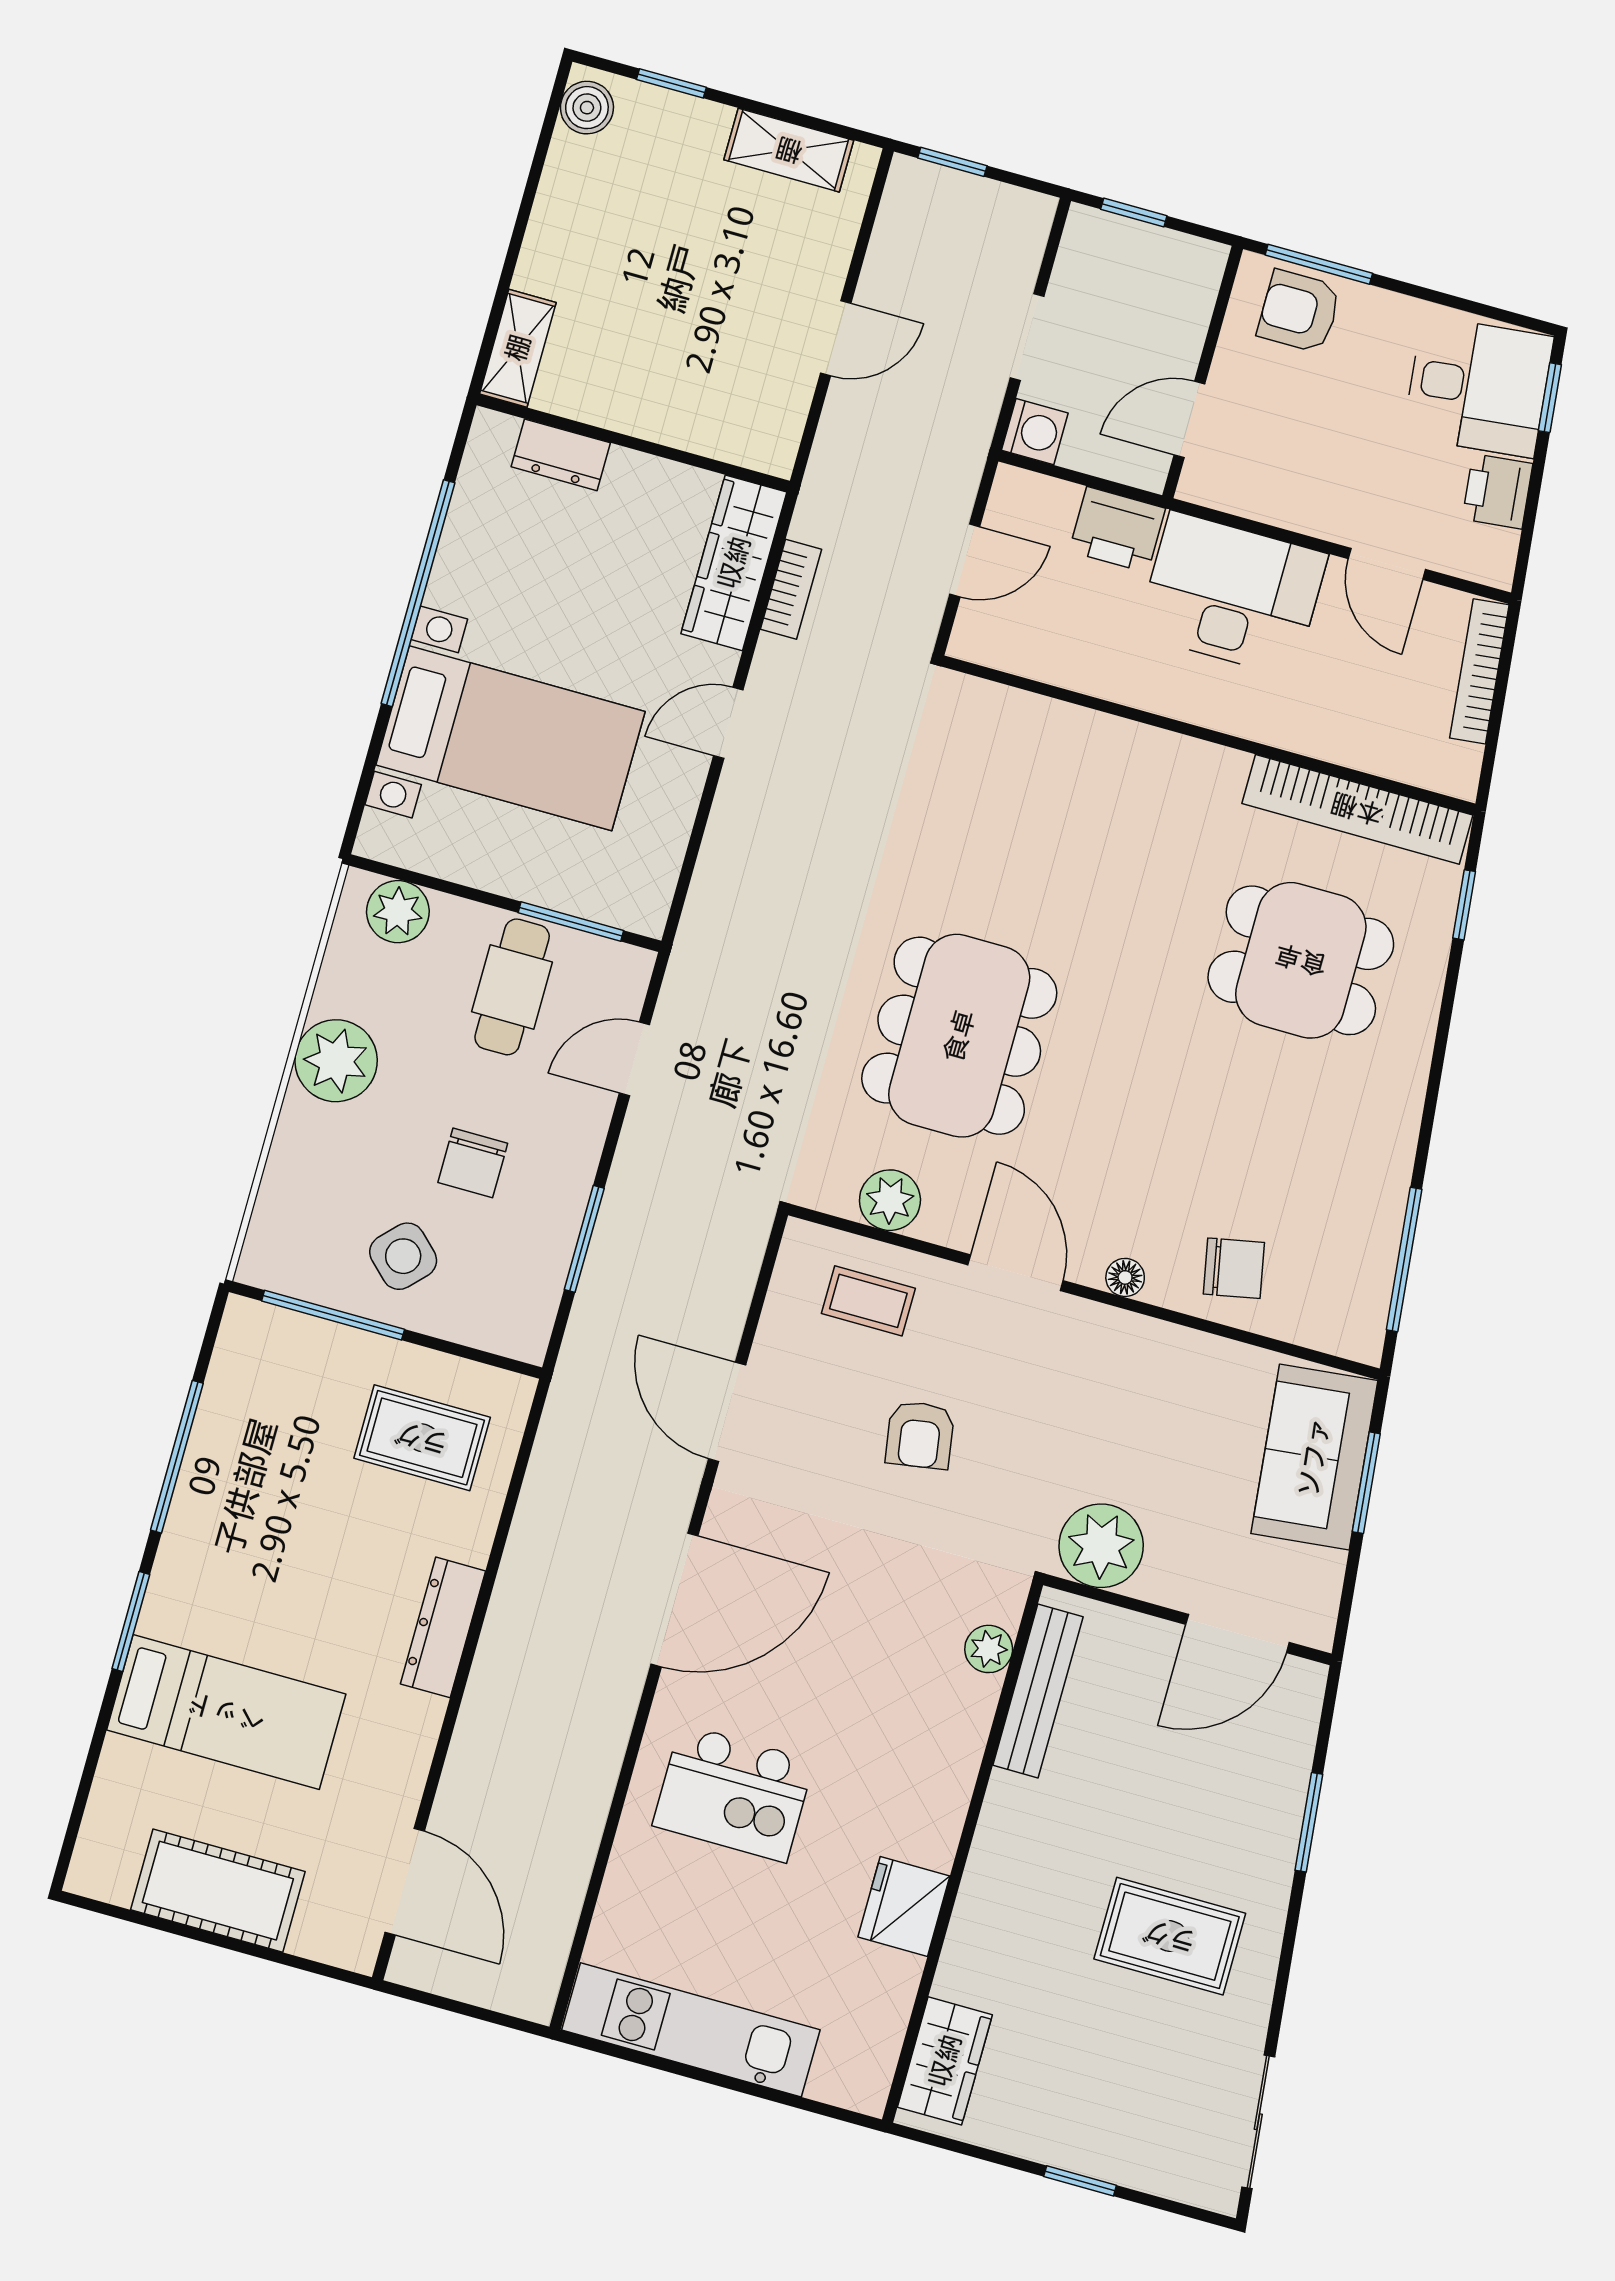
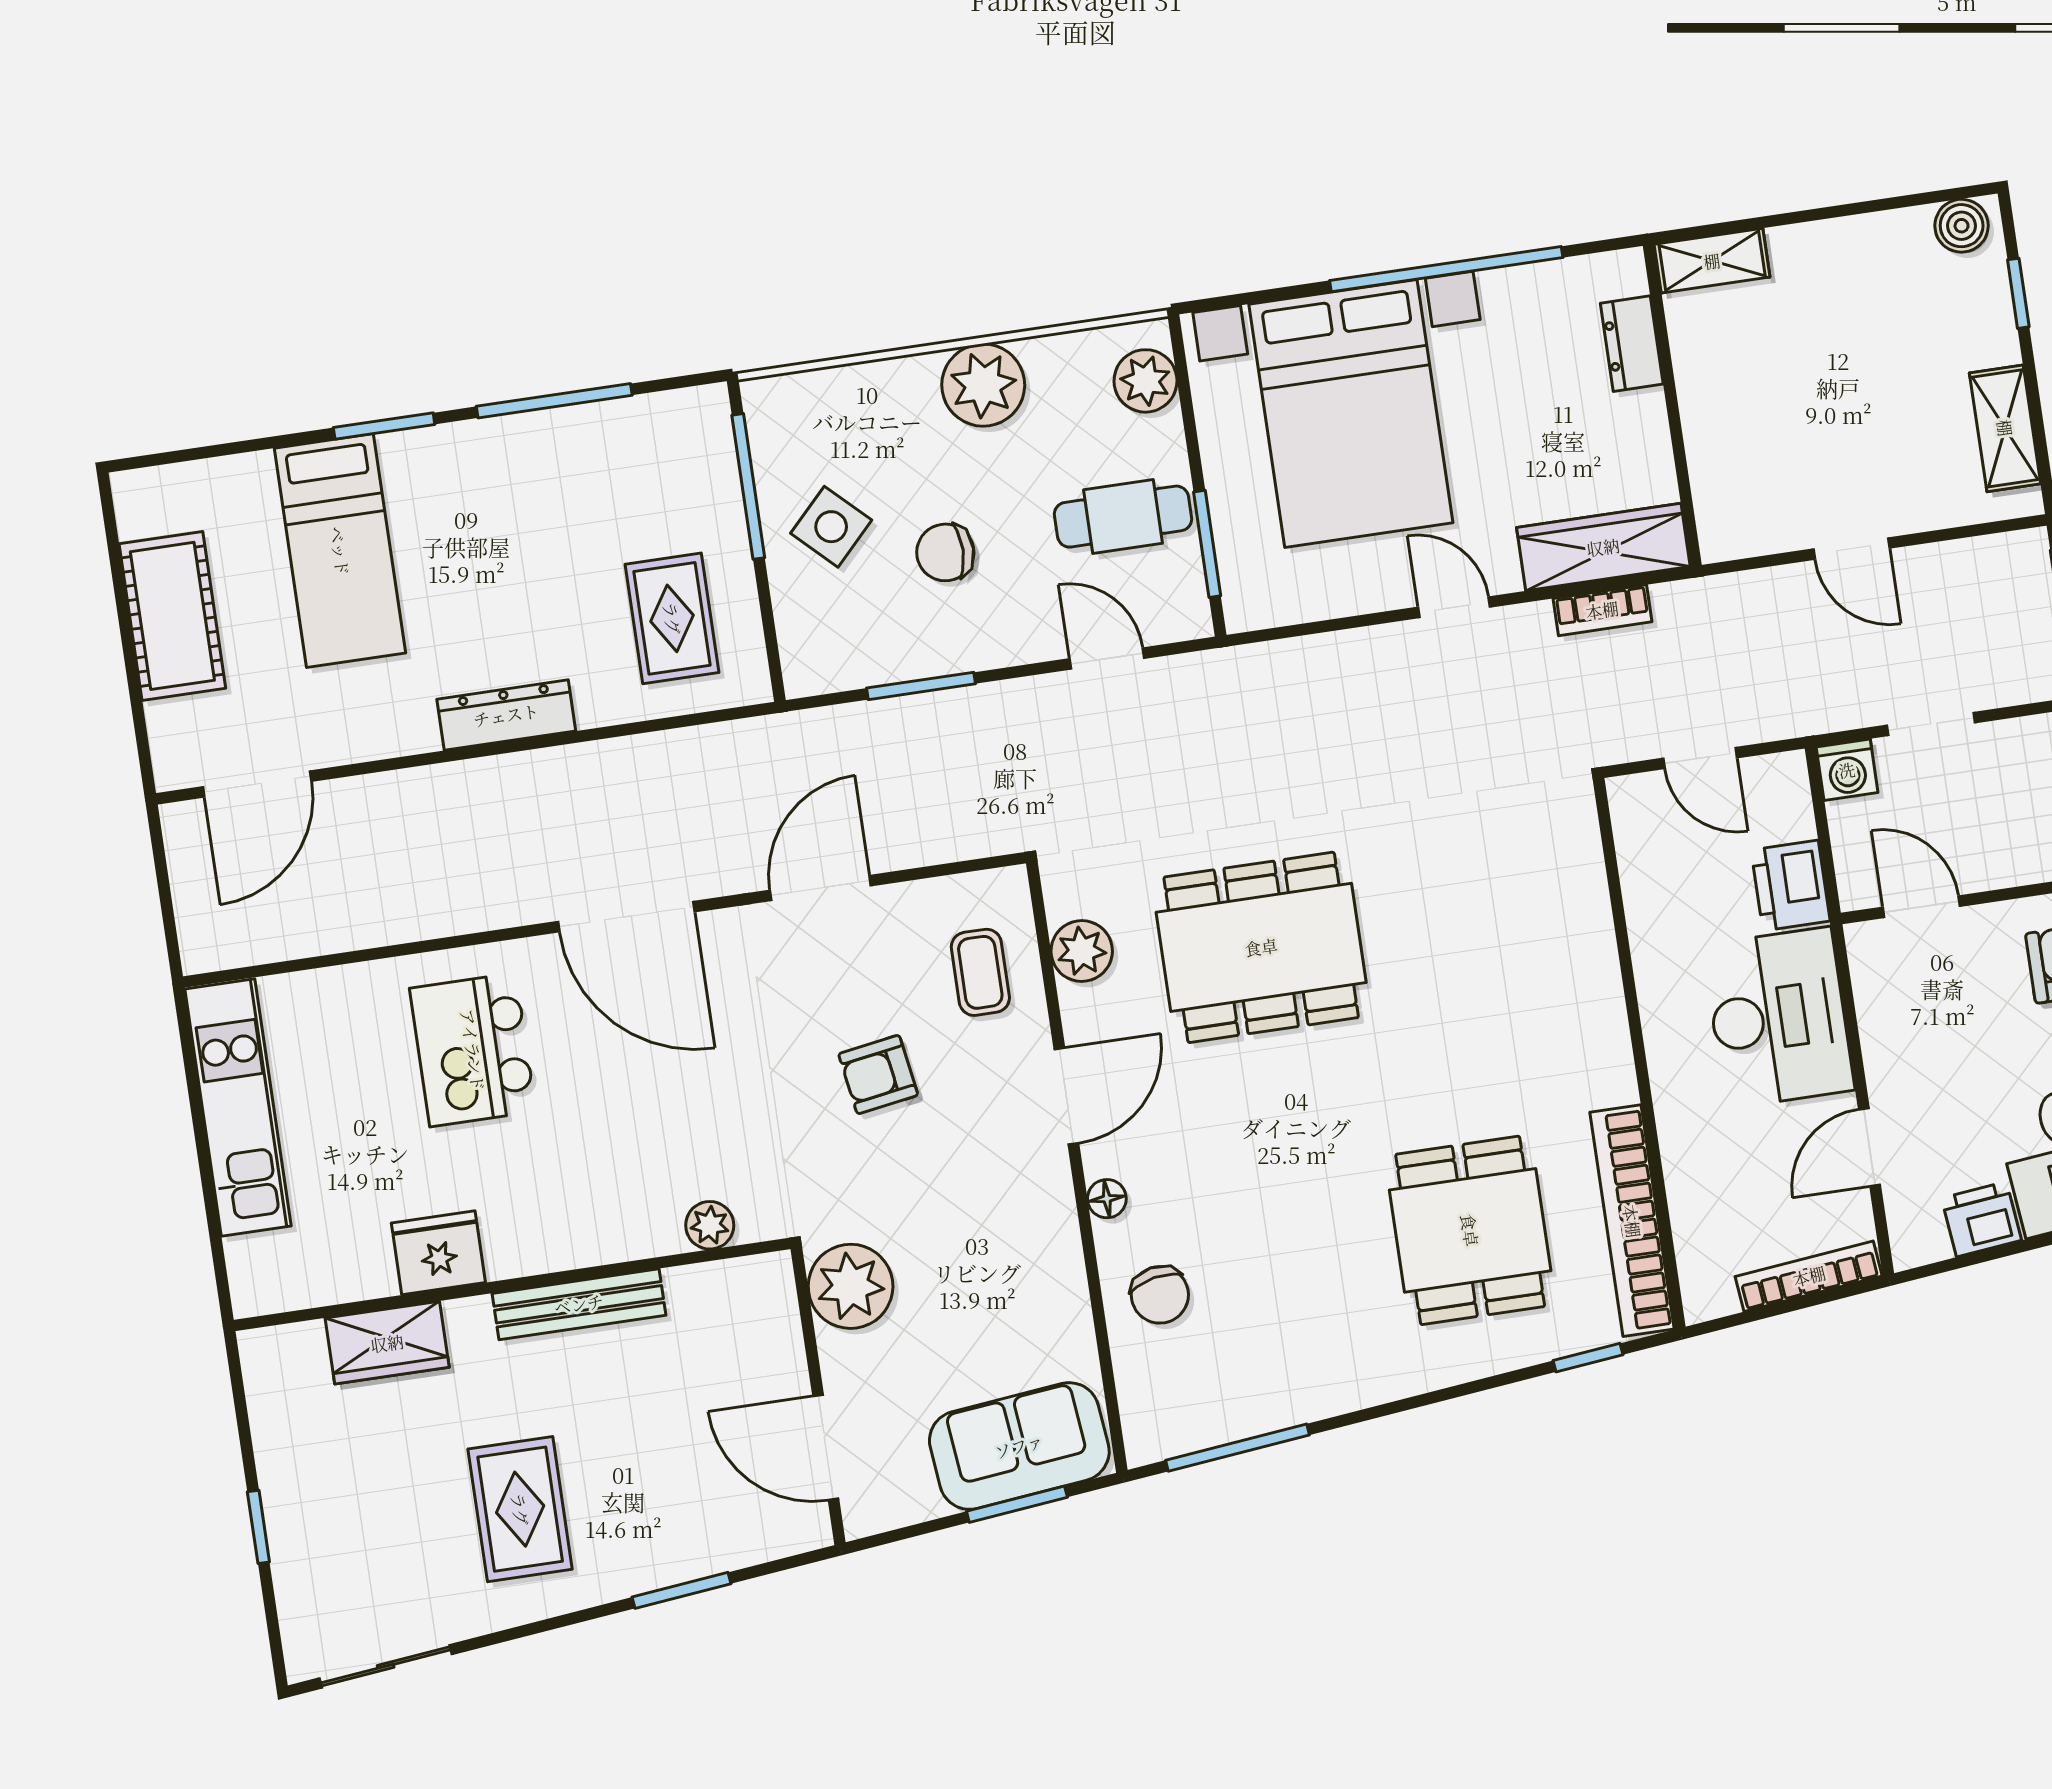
bed with nightstands: (511, 738) -> (1351, 413), width x1.36
bench: (1038, 1691) -> (579, 1304), moved
wardrobe: (945, 2061) -> (387, 1343), moved

